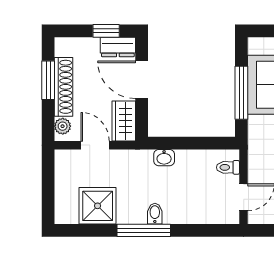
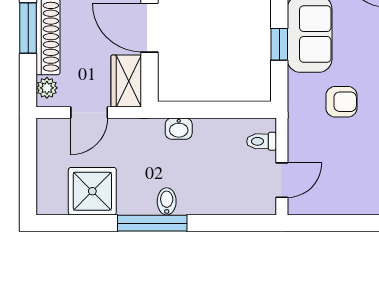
window: (241, 93) -> (279, 44), width x0.46
door: (95, 145) -> (89, 112), swing flipped

